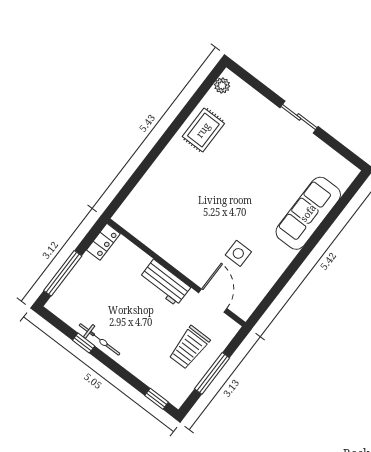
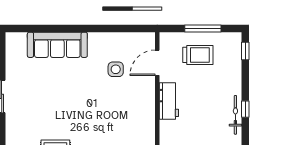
window: (84, 343) -> (245, 109), moved

